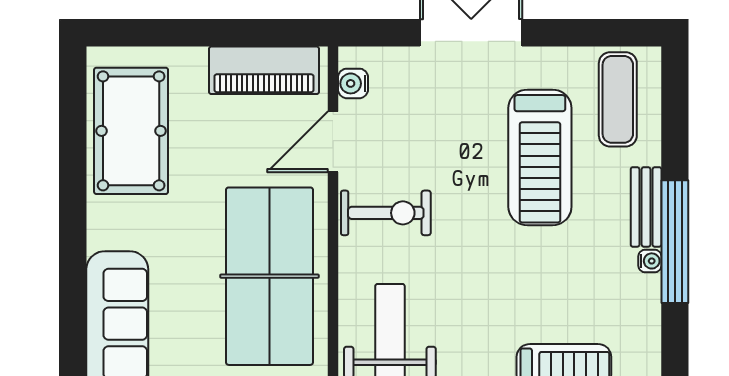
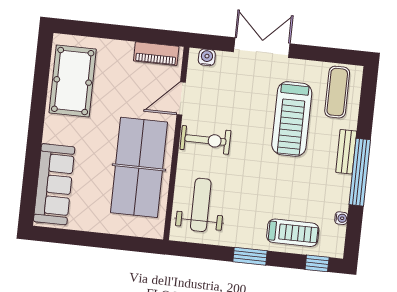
piano: (264, 70) -> (156, 54), width x0.73, depth x0.75
water cooler: (353, 83) -> (207, 57), moved, turned 90
water cooler: (650, 261) -> (341, 218), moved

